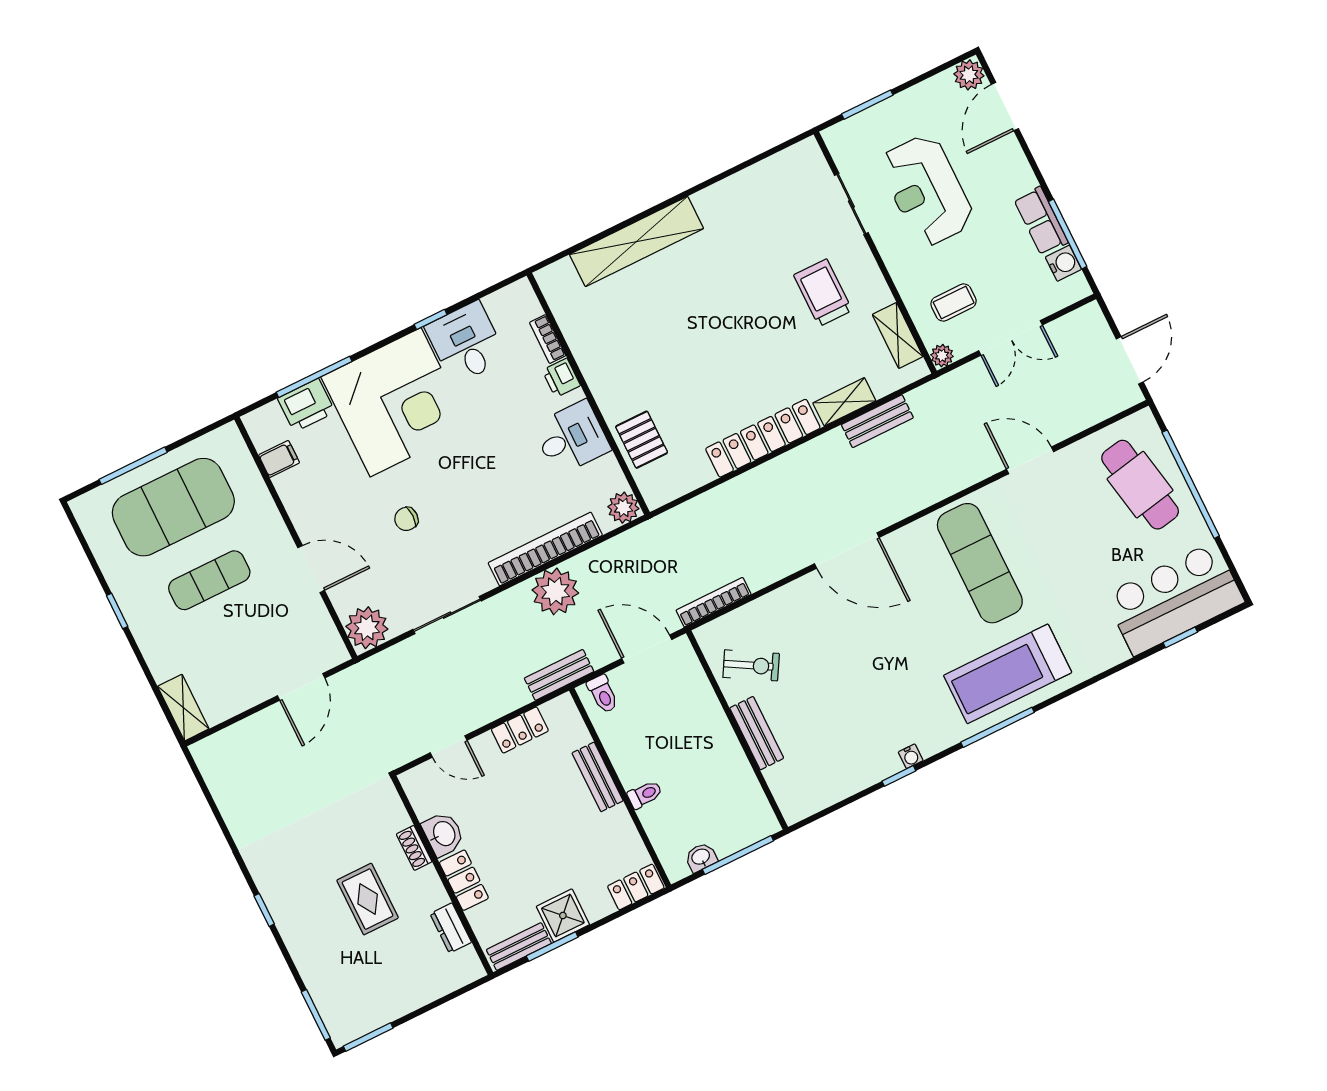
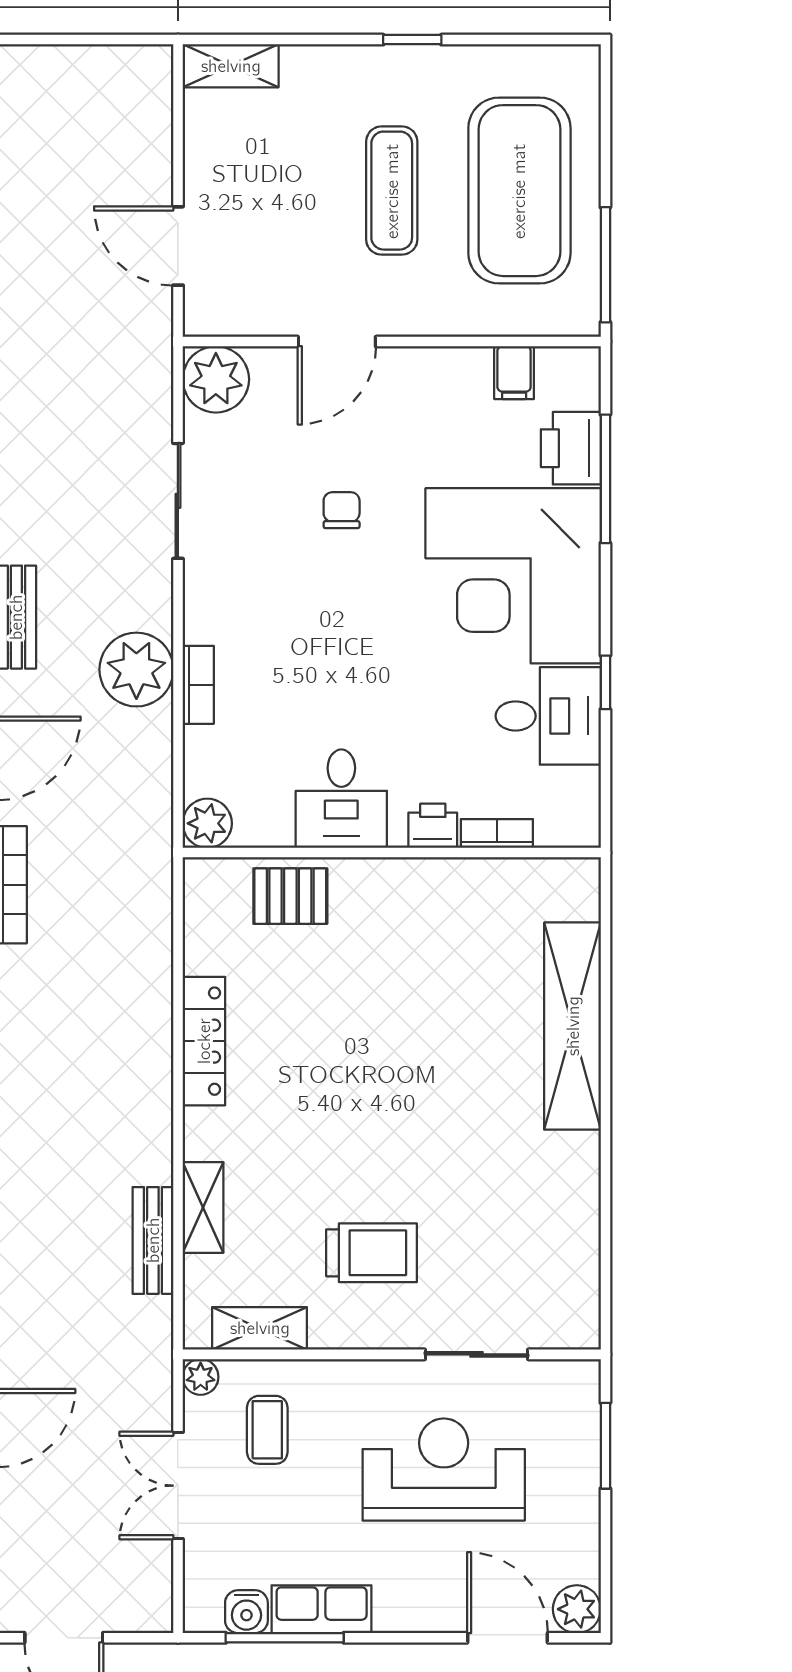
locker: (763, 438) -> (204, 1041), width x0.71, depth x0.83
window: (133, 466) -> (605, 265), moved
bookcase: (545, 549) -> (198, 685), width x0.43, depth x0.76

